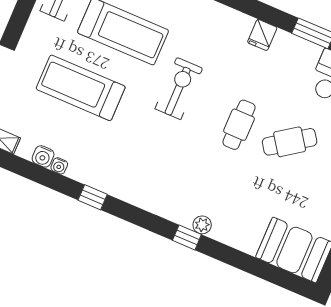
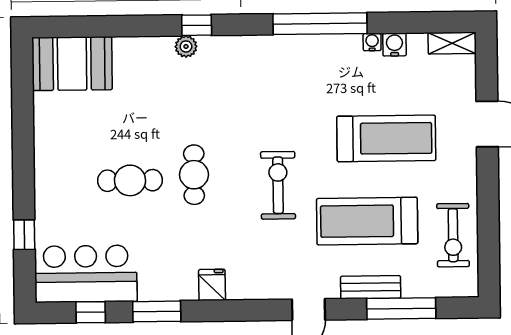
exercise bike: (179, 89) -> (278, 185), turned 180
cafe table: (290, 142) -> (130, 180), turned 35
window: (93, 197) -> (320, 24), width x3.17

